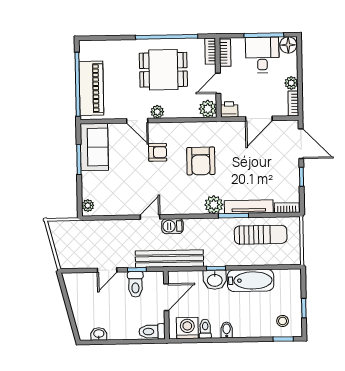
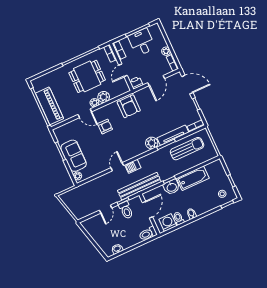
floor lamp: (288, 45) -> (154, 30), removed
plant: (208, 109) -> (104, 97), moved
sofa: (94, 147) -> (74, 156), moved
armchair: (201, 161) -> (129, 106), moved

